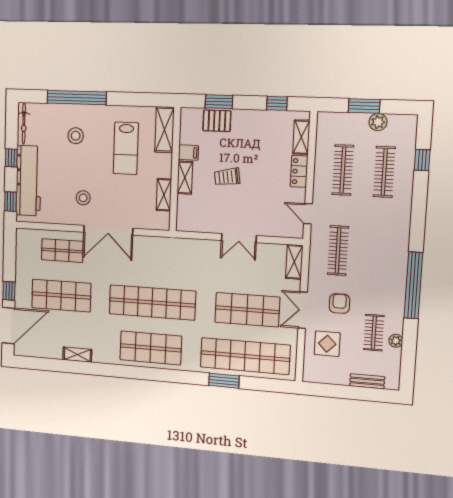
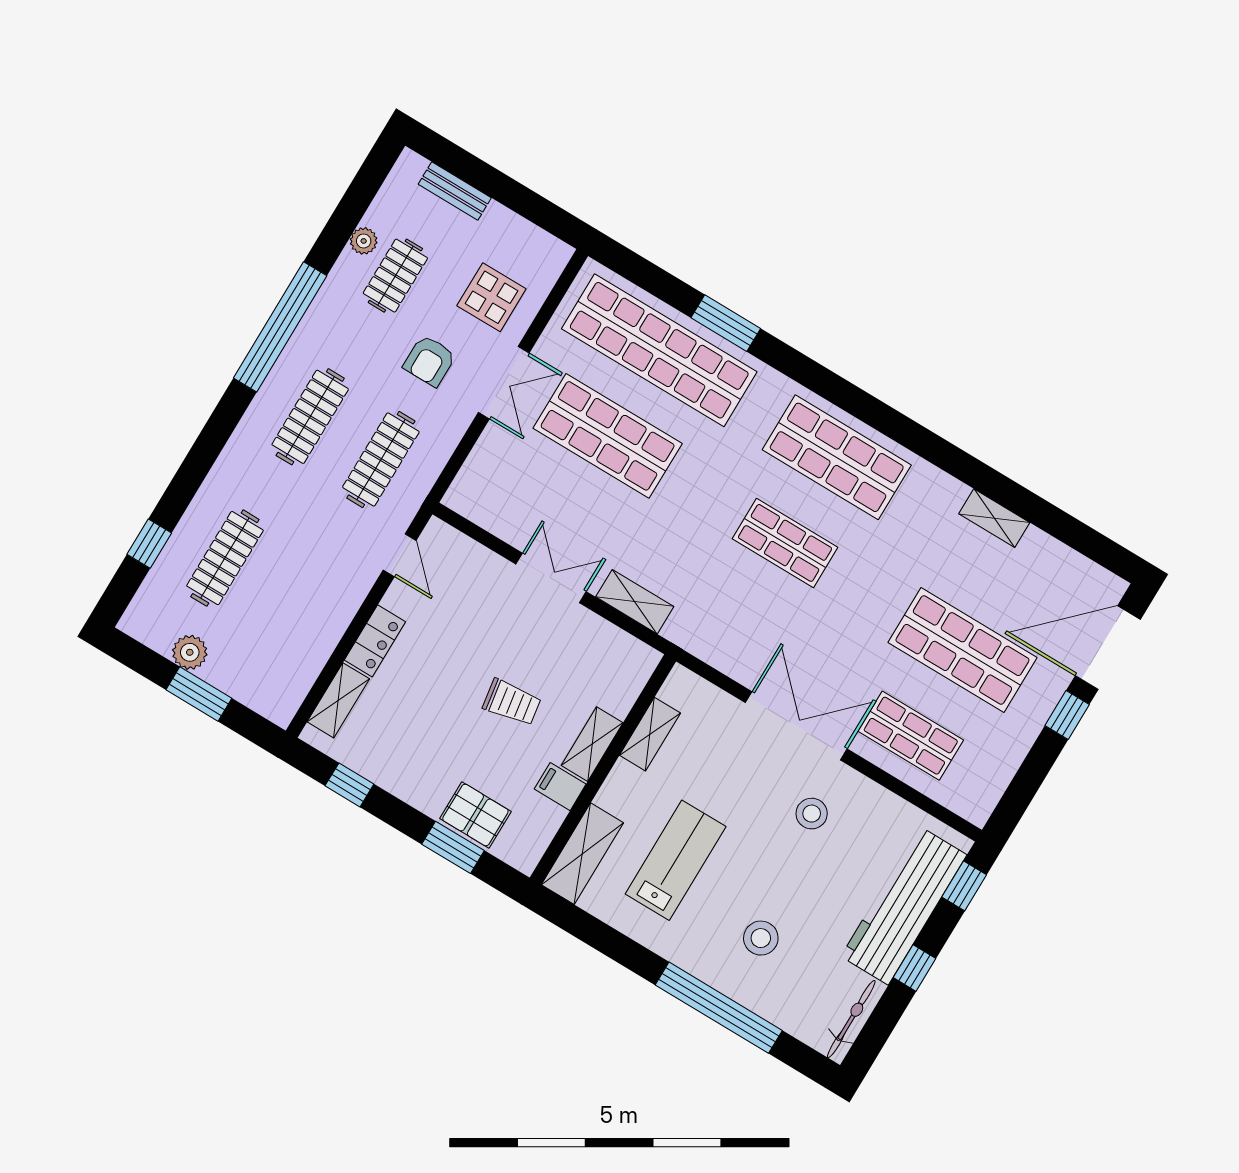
clothes rail: (343, 170) -> (310, 417), moved
shelving: (294, 262) -> (635, 602), moved, turned 90
shop shelf: (152, 303) -> (785, 543), width x0.50, depth x0.74

